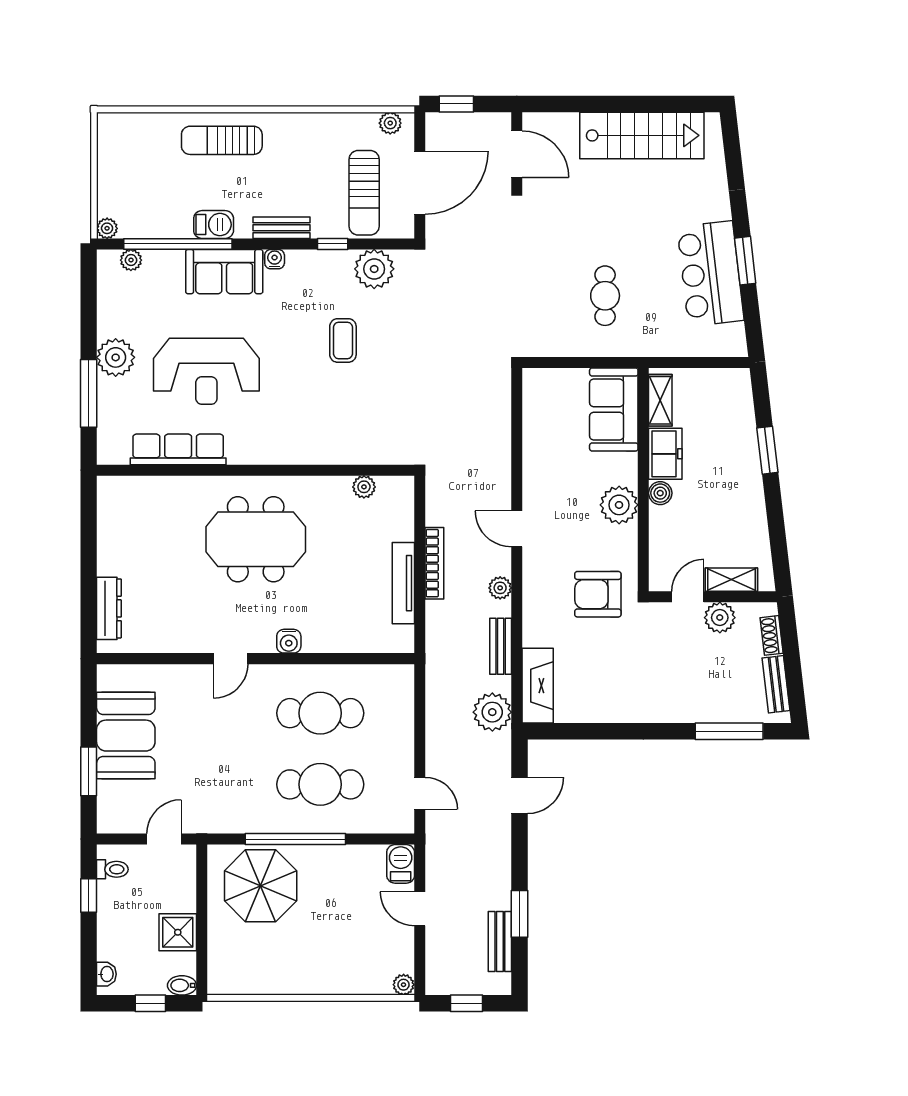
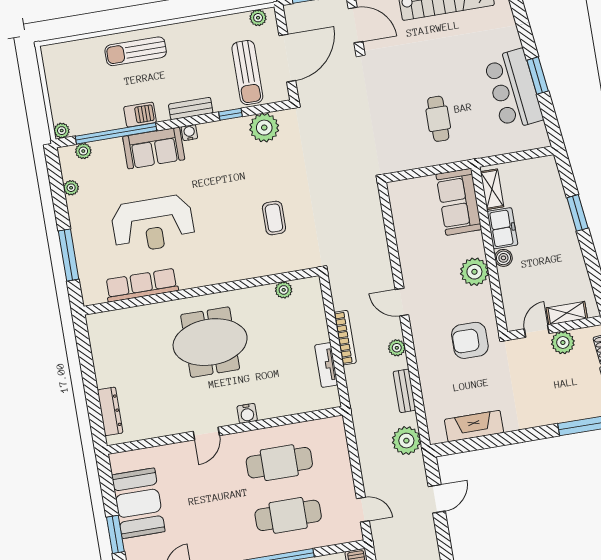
coffee table: (343, 340) -> (274, 218), moved
plant: (116, 357) -> (71, 188), moved, width x0.53, depth x0.53
tv unit: (403, 583) -> (326, 365), width x0.71
fireplace: (538, 686) -> (474, 426), moved, turned -90

